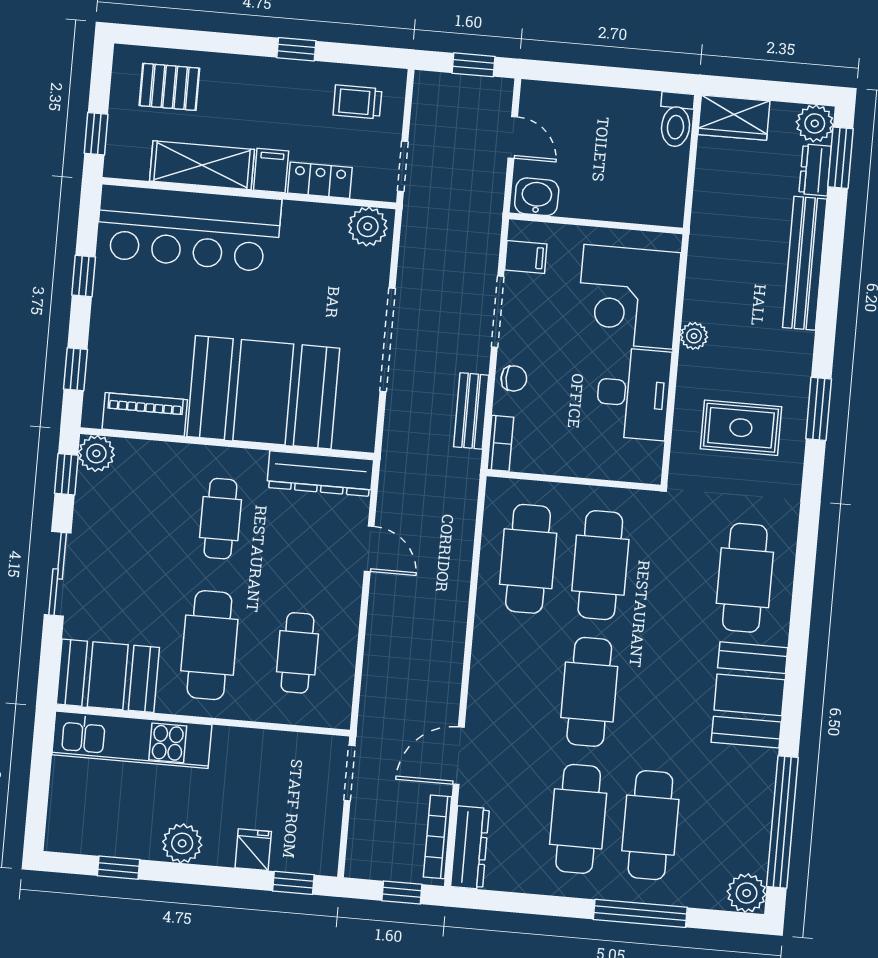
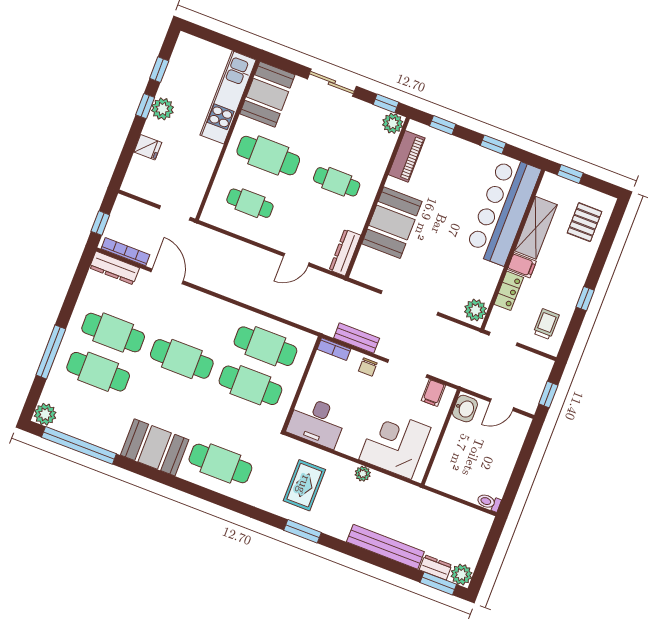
wardrobe: (734, 118) -> (478, 531), removed
toilet: (676, 120) -> (489, 502), width x0.73, depth x0.72
booth: (263, 392) -> (392, 223), width x0.73, depth x0.70
desk: (633, 394) -> (317, 422), moved
dresser: (320, 474) -> (345, 253), width x0.73, depth x0.80
window: (293, 883) -> (145, 106), moved

